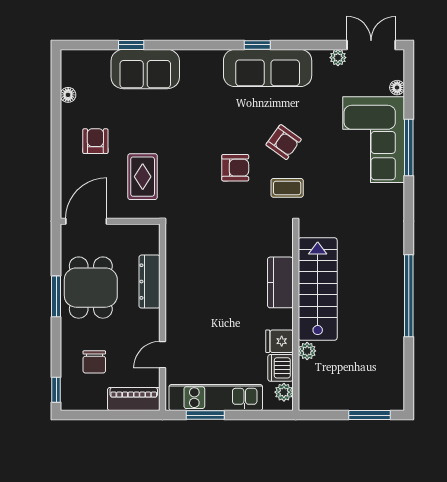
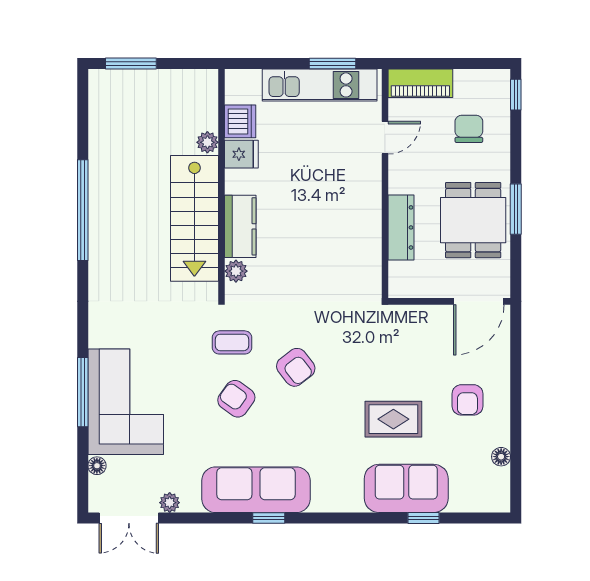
armchair: (235, 168) -> (296, 367), turned -128
rug: (143, 177) -> (393, 419), moved, turned 90
plant: (284, 392) -> (236, 271), moved

